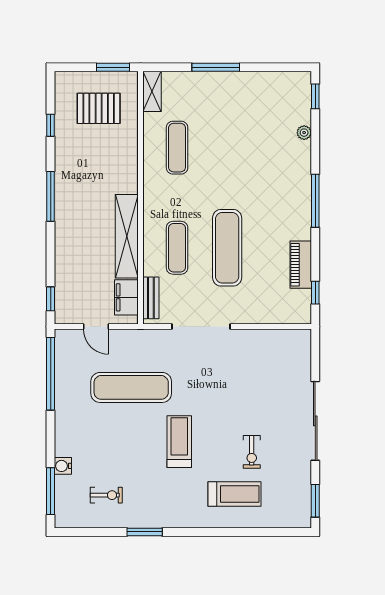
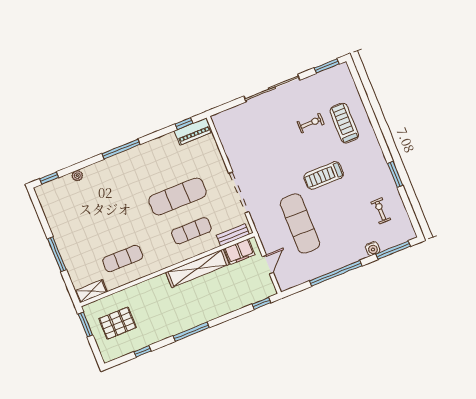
pallet: (99, 108) -> (118, 323), turned 90
piano: (301, 265) -> (193, 131), moved
window: (51, 374) -> (336, 273), moved

